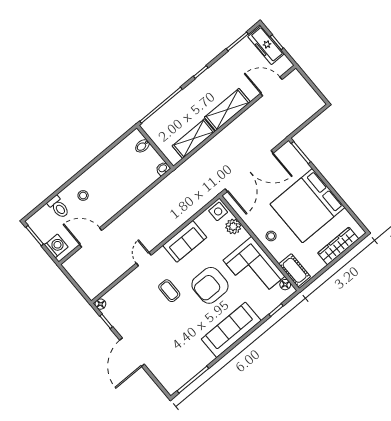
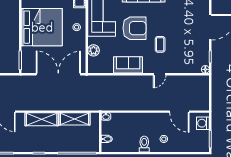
toilet: (58, 207) -> (144, 144), moved
side table: (218, 211) -> (95, 66), removed

